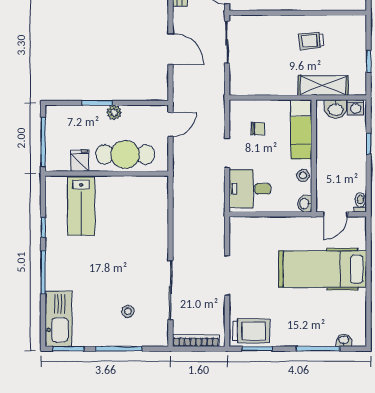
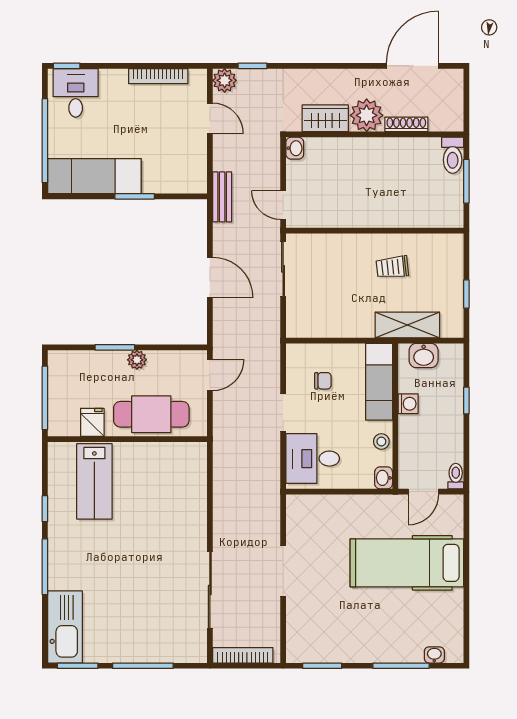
washing machine: (356, 107) -> (408, 404), moved, turned -90
stool: (128, 311) -> (155, 617), removed
trolley: (251, 331) -> (314, 643), removed

